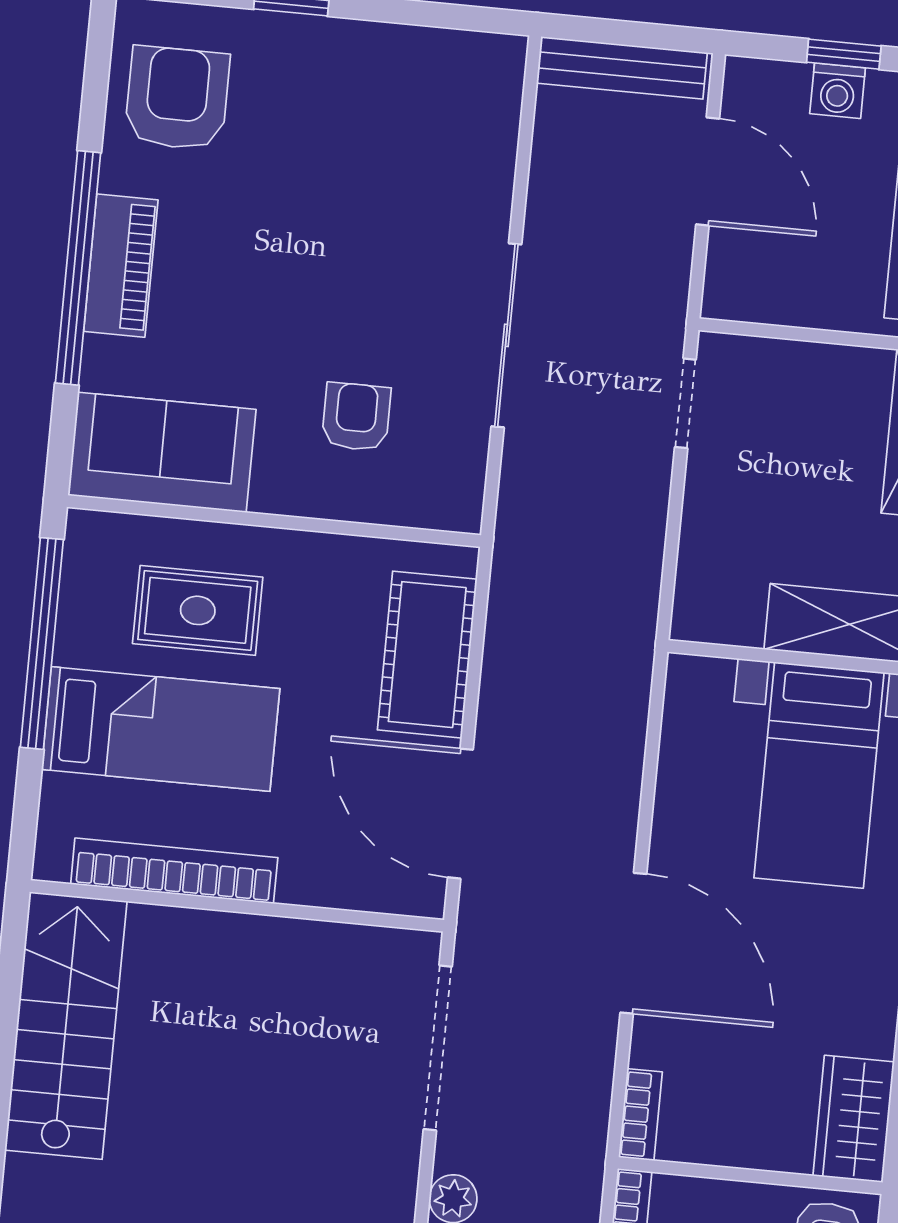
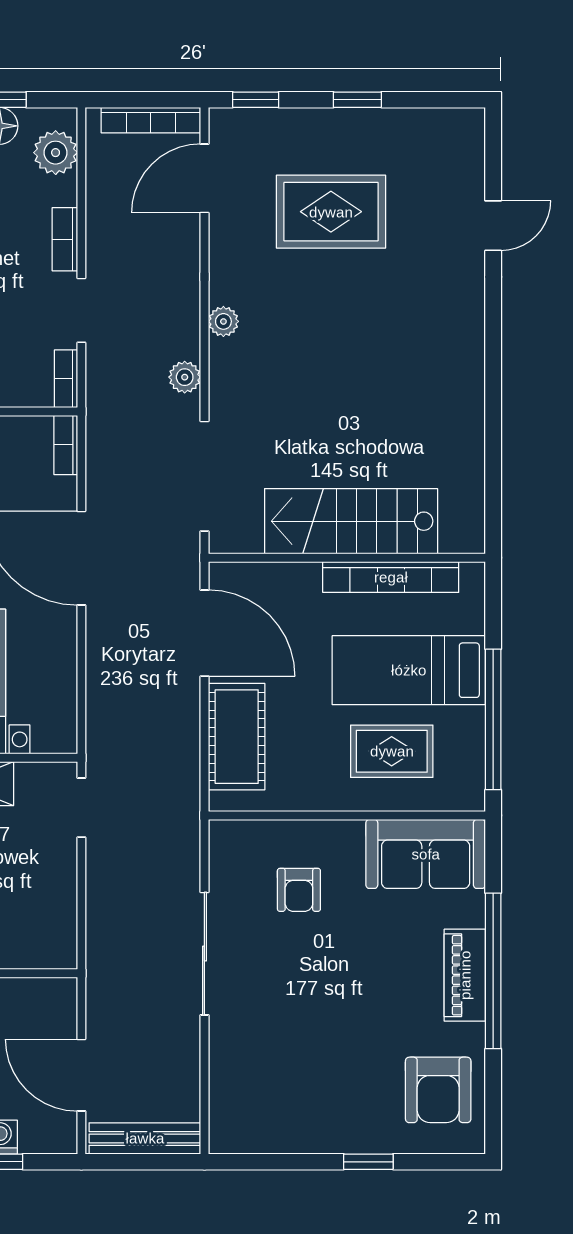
doorway: (685, 403) -> (81, 808), moved
stairs: (66, 1026) -> (351, 521), moved, turned 90

